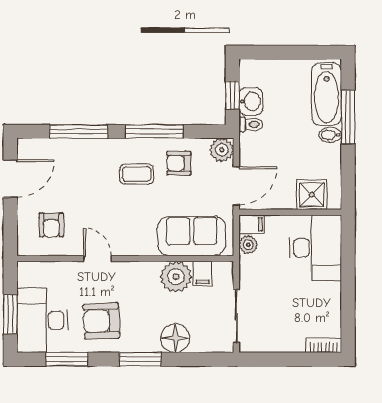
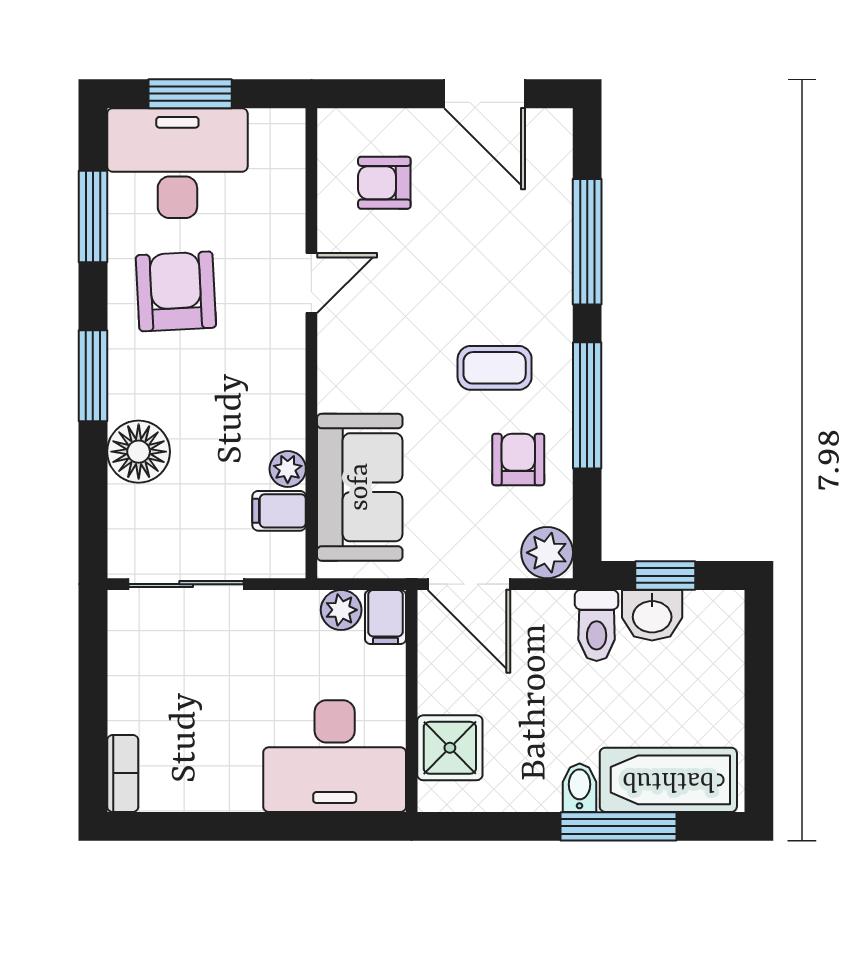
toilet: (251, 124) -> (597, 625), width x1.37, depth x1.39
coffee table: (137, 174) -> (495, 368), turned 90
plant: (176, 277) -> (288, 469), width x0.53, depth x0.53

